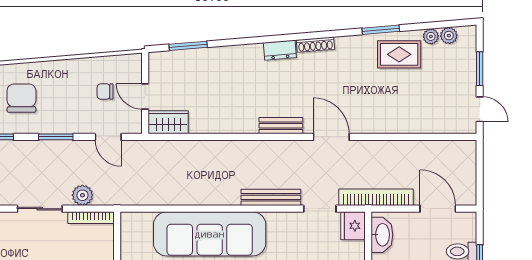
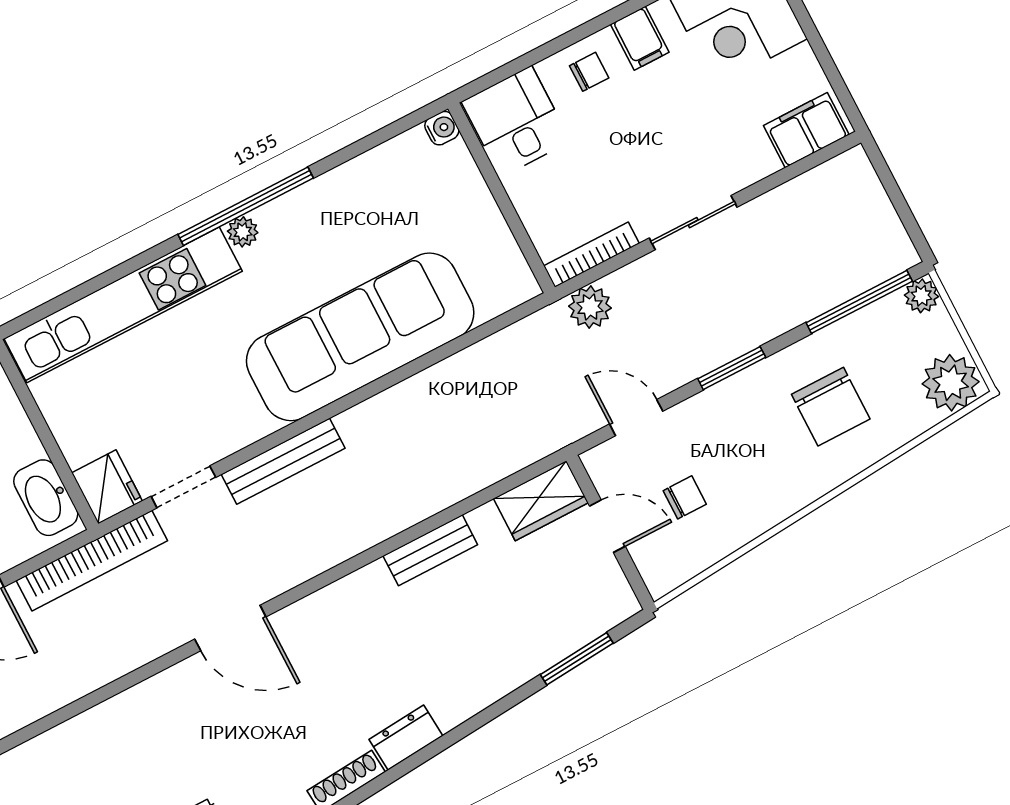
bench: (281, 126) -> (430, 550), moved
plant: (82, 195) -> (590, 307), moved

